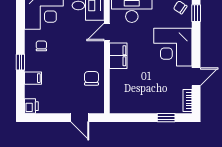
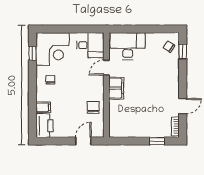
corner desk: (173, 47) -> (163, 81), removed
window: (20, 62) -> (32, 53), moved
printer: (31, 106) -> (45, 126), width x1.87, depth x1.48
door: (80, 118) -> (83, 141), swing flipped

